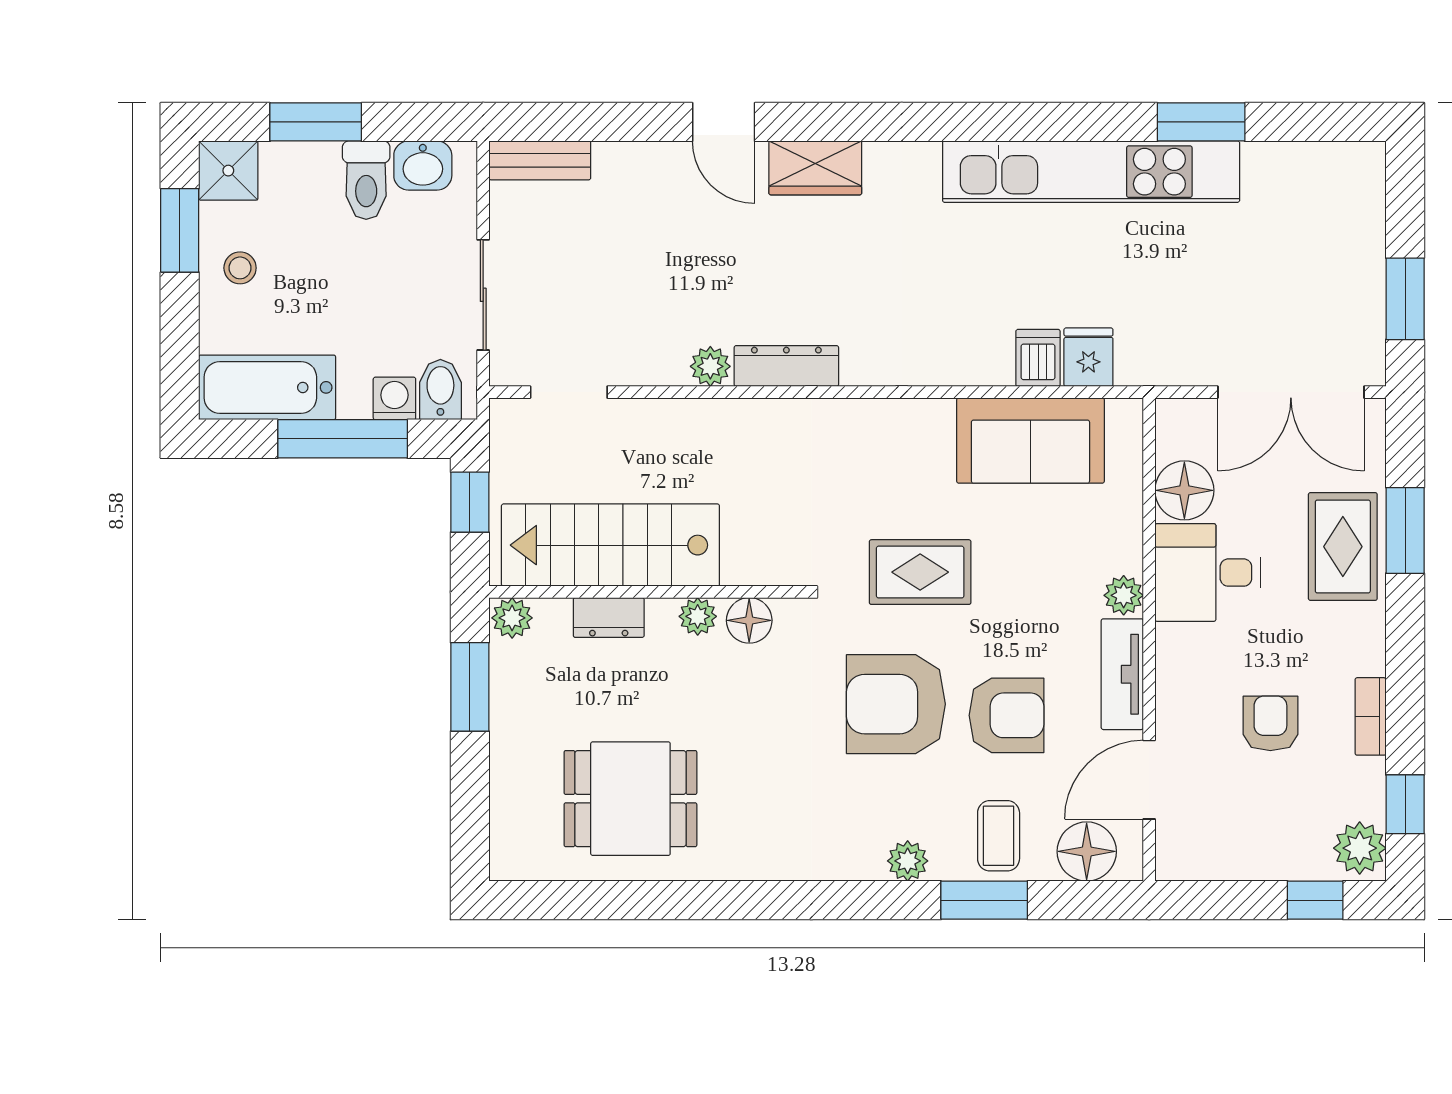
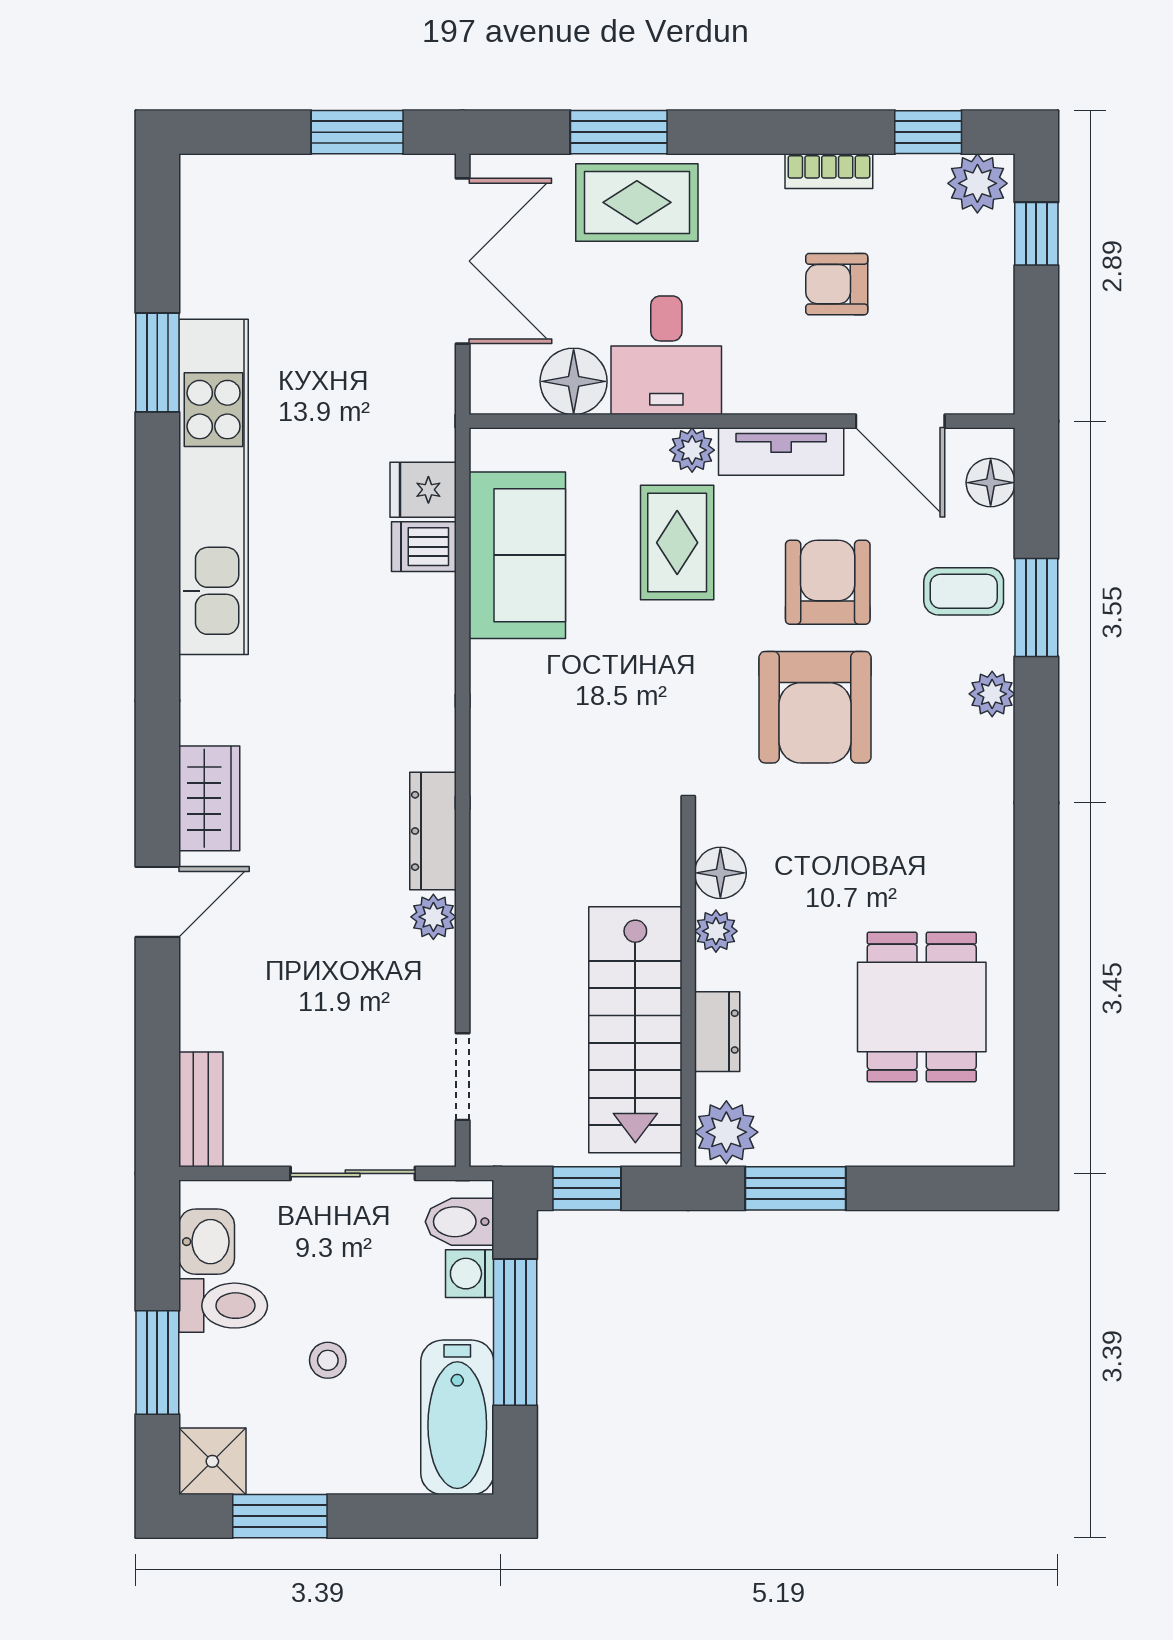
stool: (240, 268) -> (328, 1360), moved
rug: (920, 572) -> (677, 543), moved
plant: (512, 618) -> (726, 1132), width x1.38, depth x1.38
floor lamp: (1087, 851) -> (991, 483), width x0.73, depth x0.73

